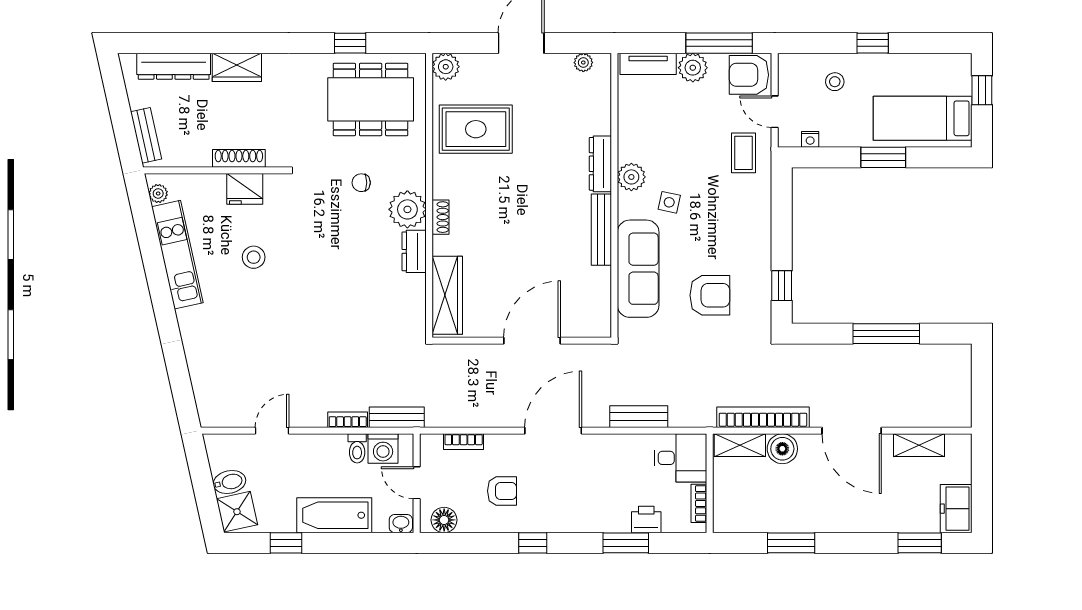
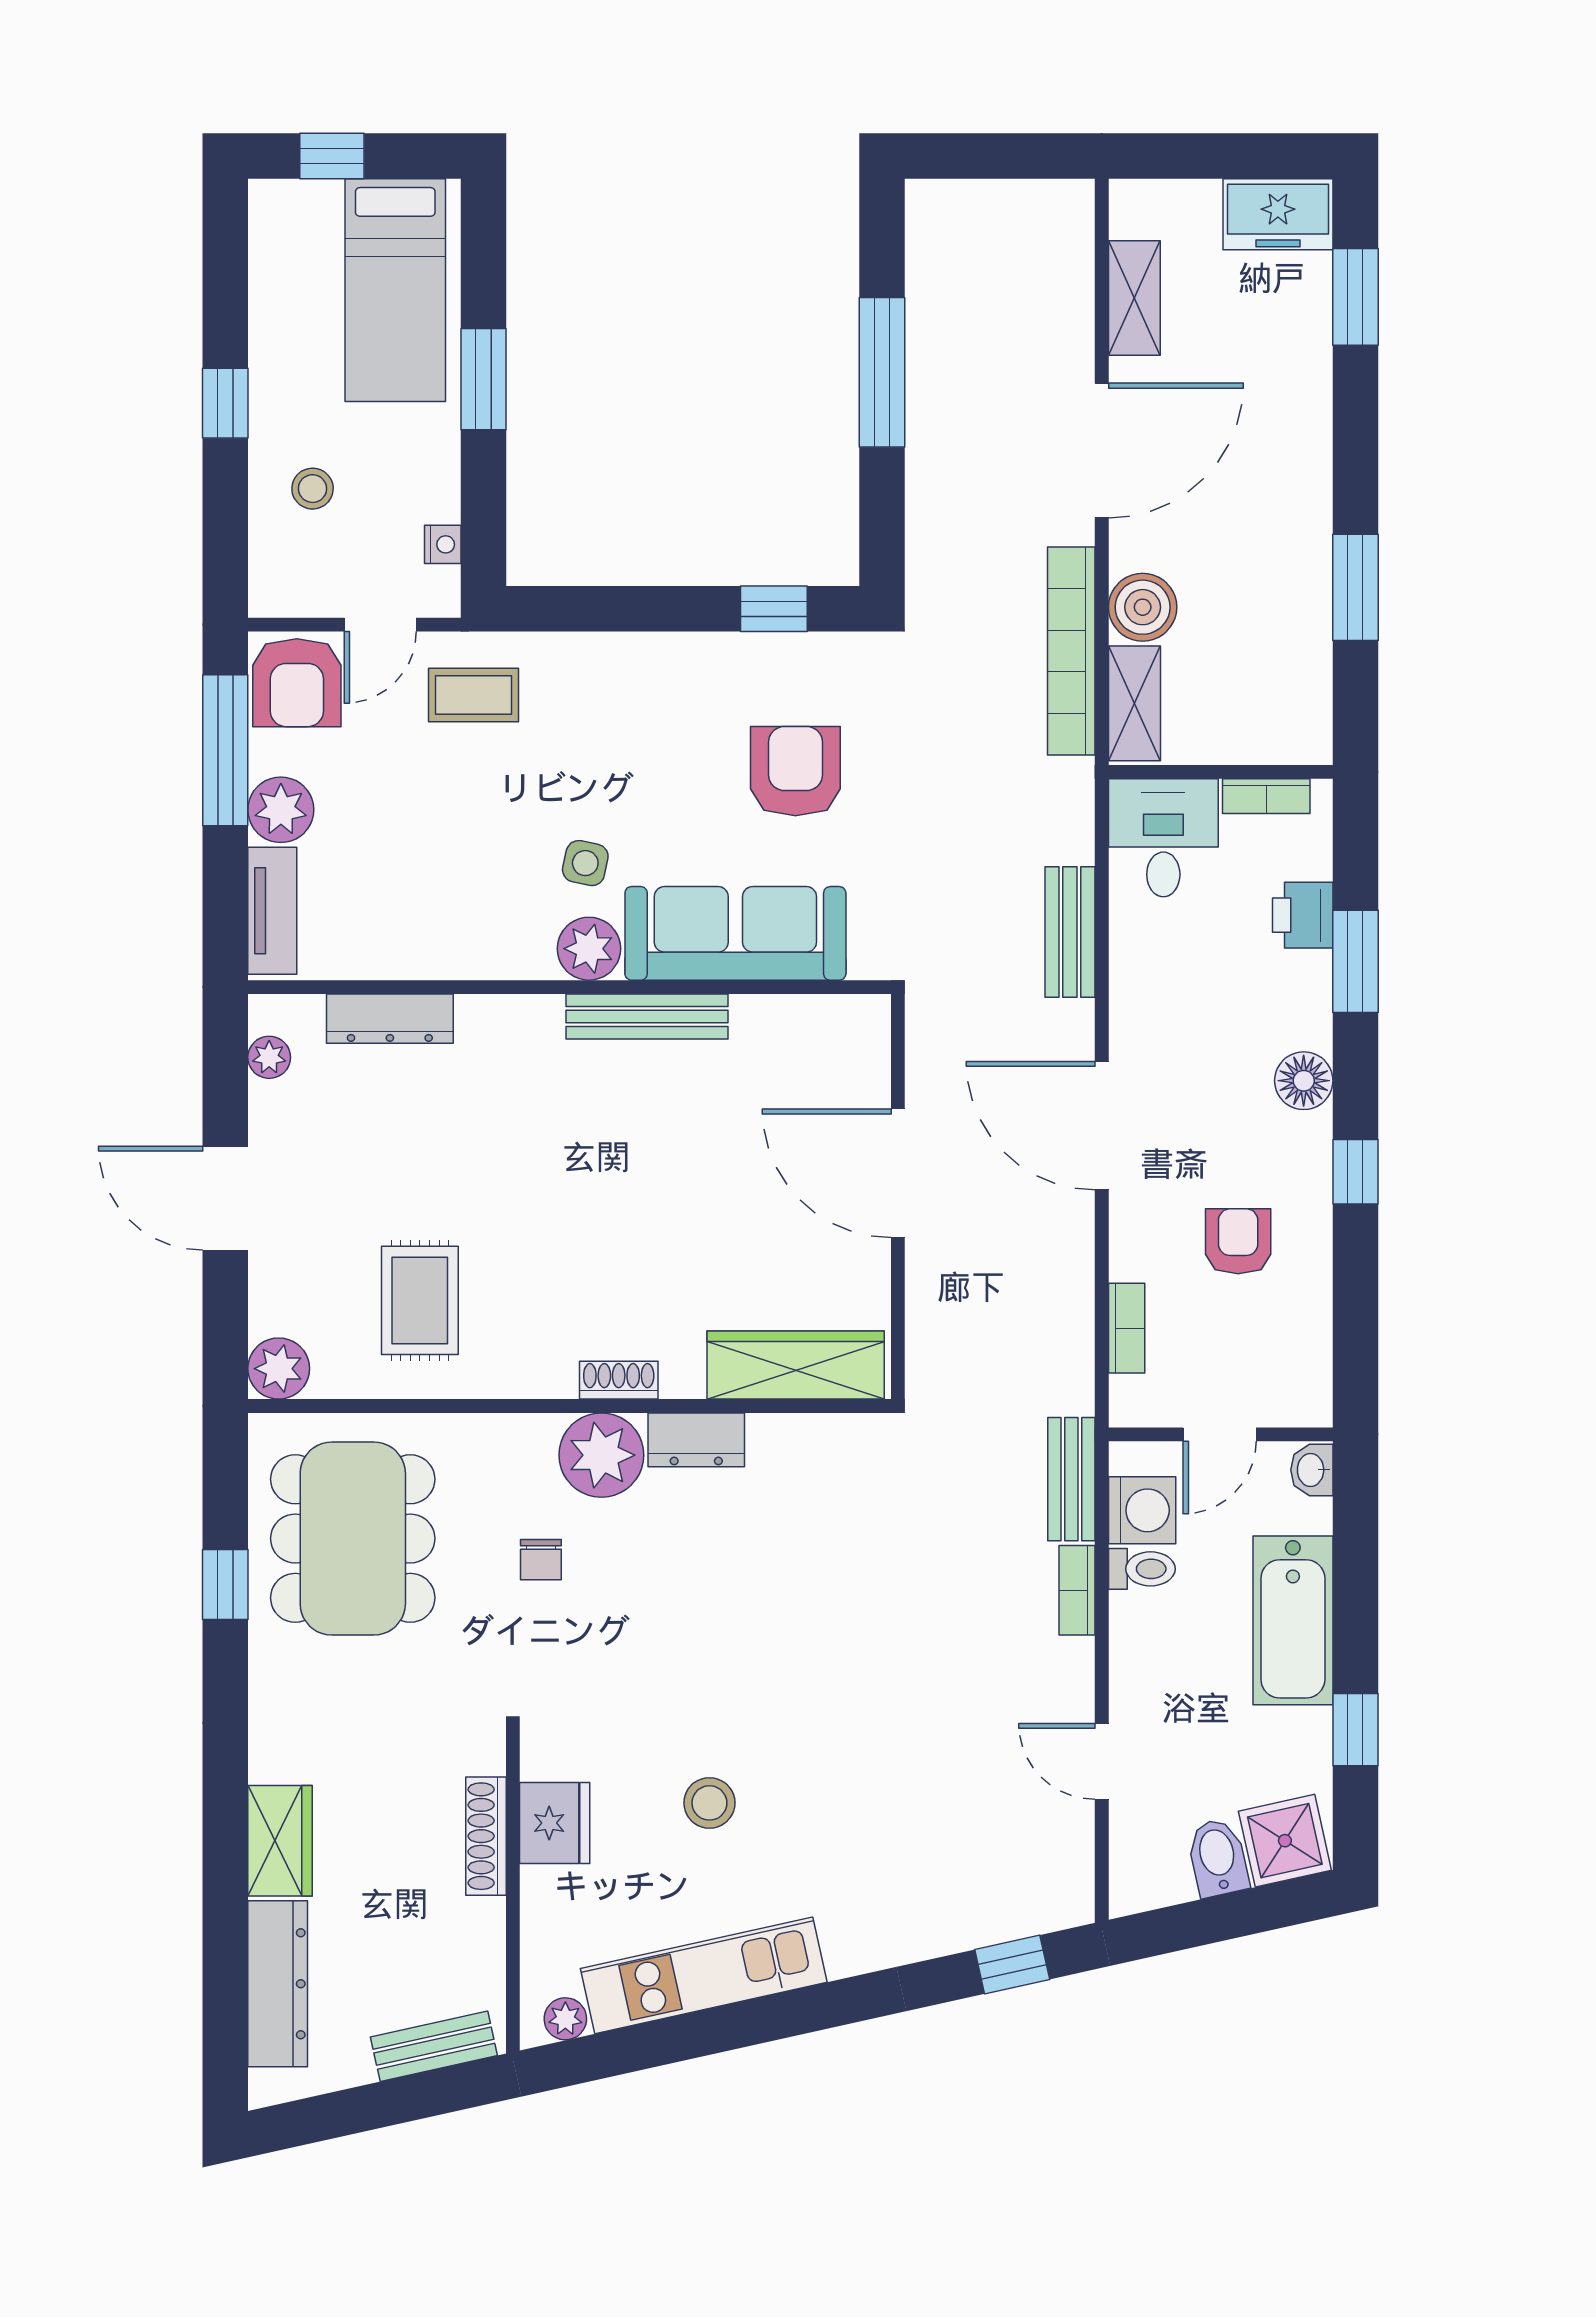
rug: (476, 129) -> (420, 1300), width x0.73, depth x0.70
dresser: (600, 164) -> (390, 1019), moved
plant: (631, 177) -> (589, 949), moved
window: (182, 391) -> (1012, 1964), added
floor lamp: (444, 520) -> (1304, 1081), moved

